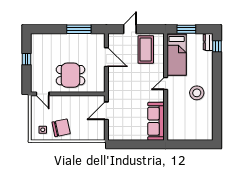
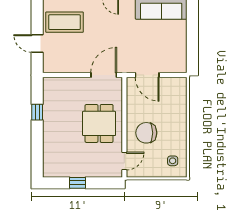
window: (79, 29) -> (37, 112), width x0.46
door: (106, 57) -> (104, 75), moved
chair: (61, 128) -> (146, 133), moved, turned -78

